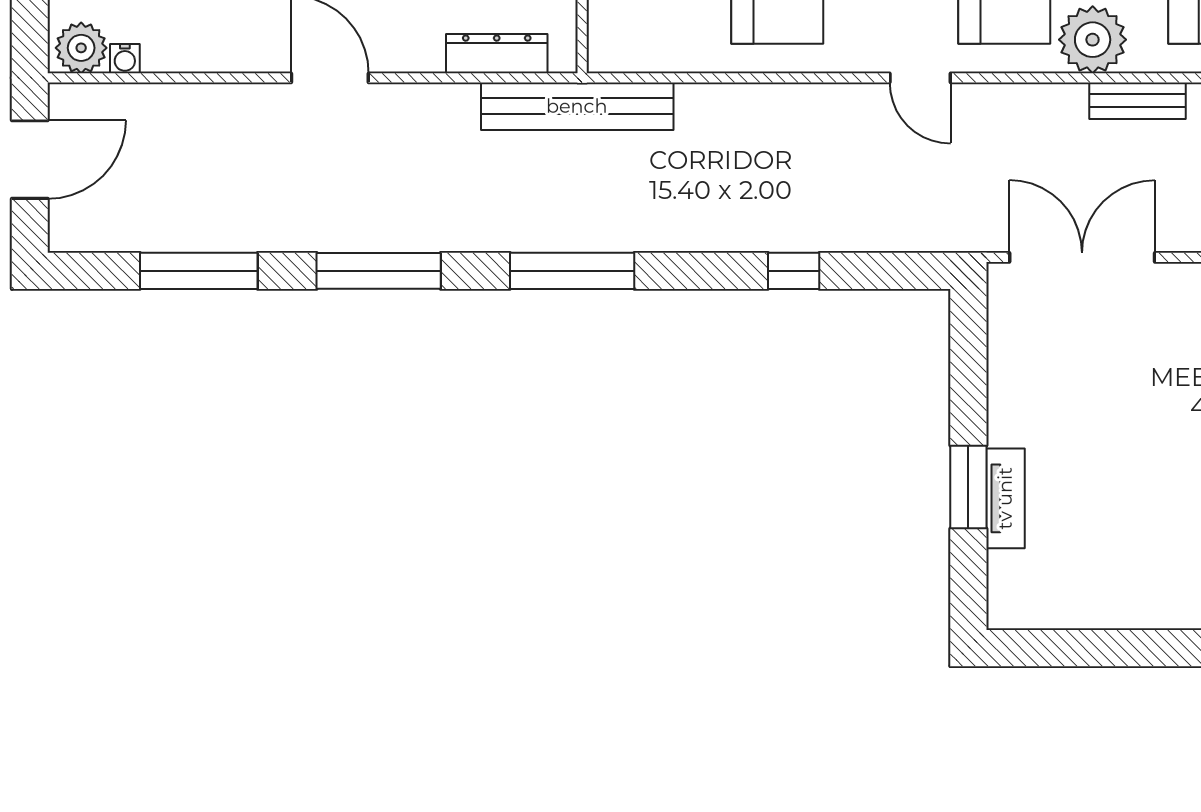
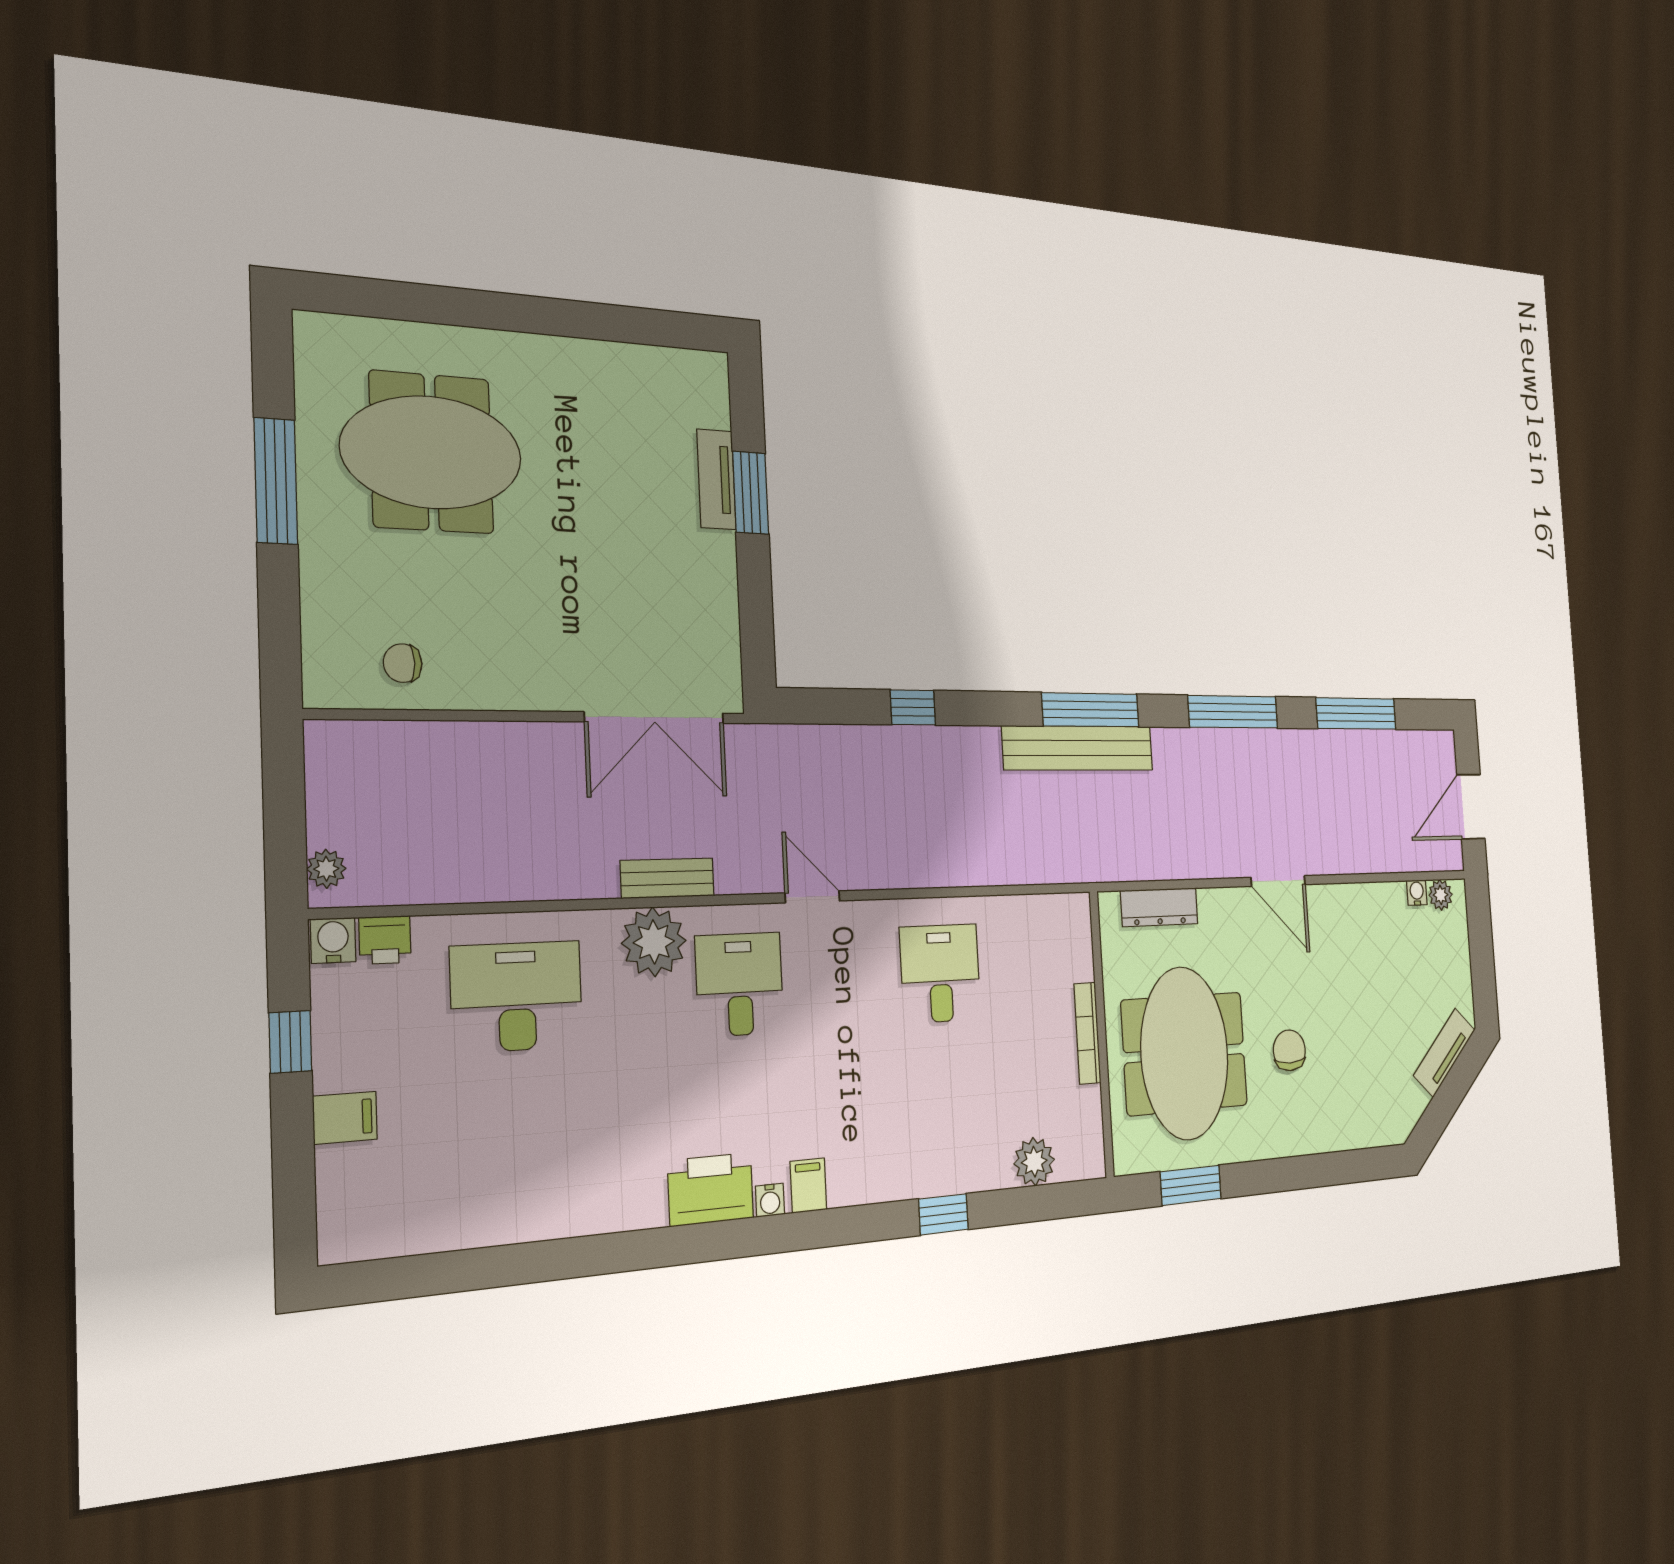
plant: (81, 48) -> (1441, 895), width x0.73, depth x0.73
bench: (1138, 101) -> (667, 878), moved
bench: (577, 106) -> (1078, 748), moved

